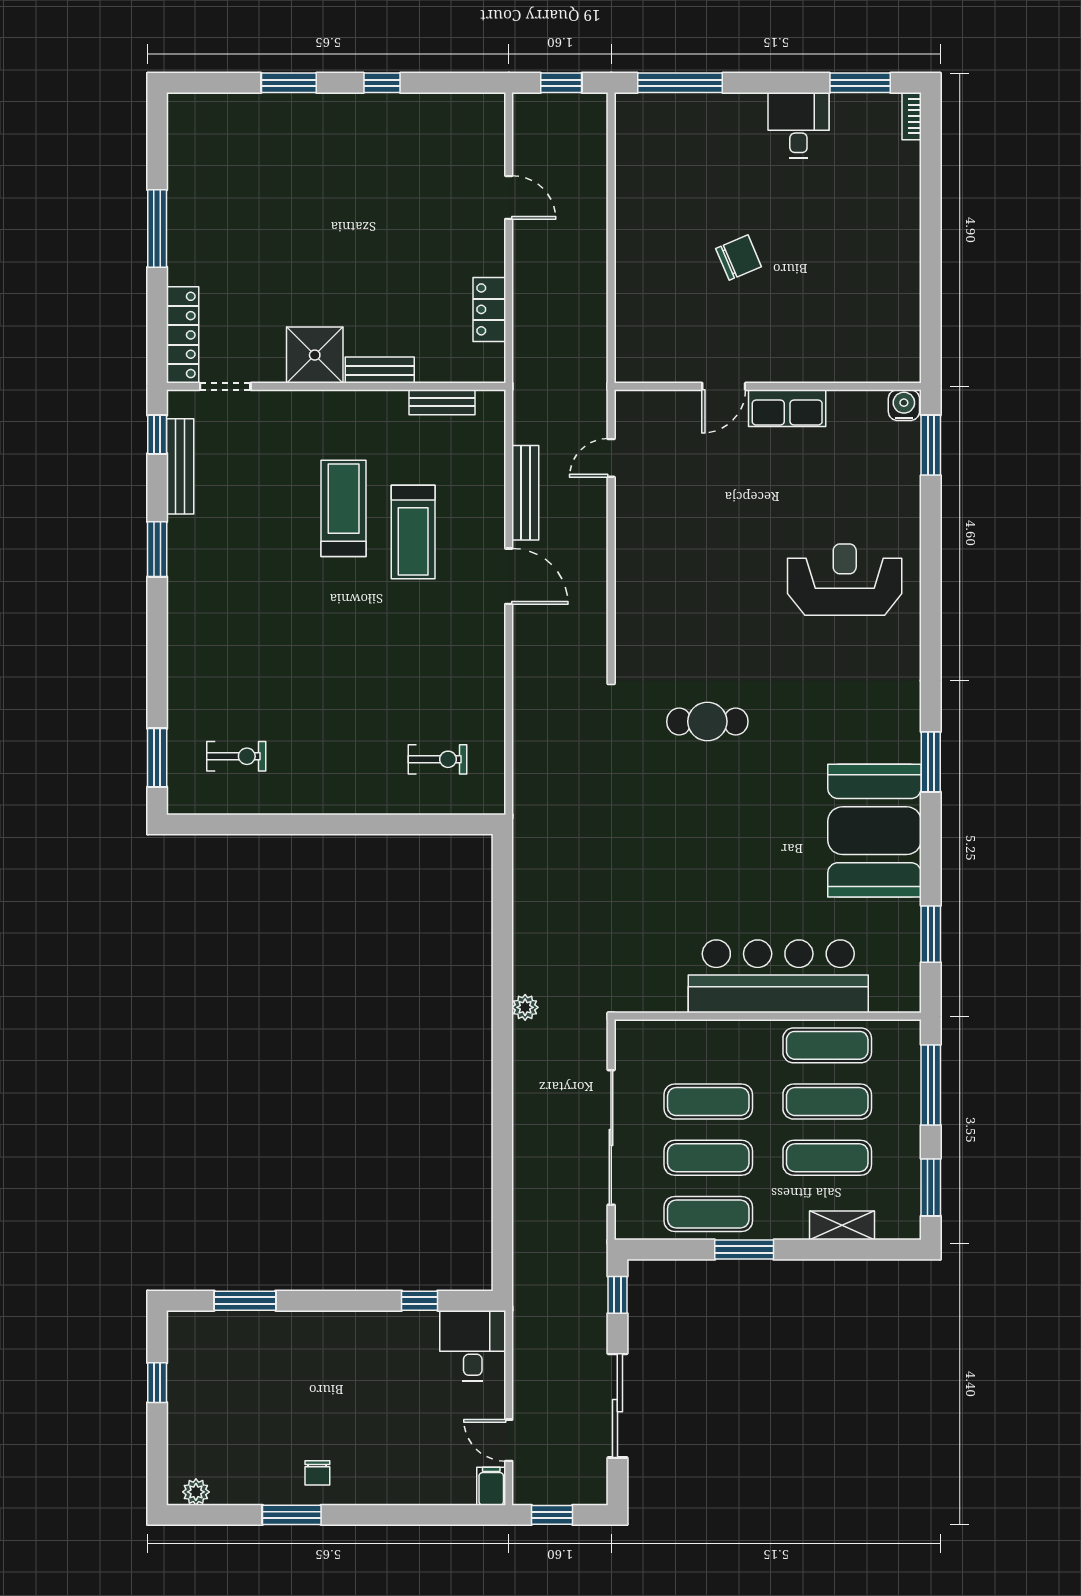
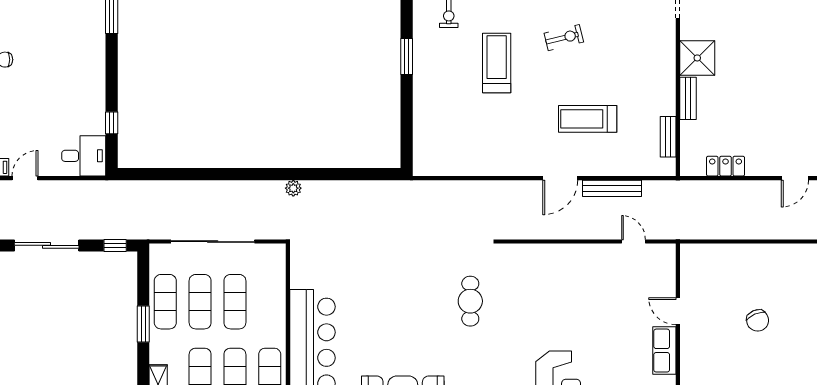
treadmill: (344, 508) -> (497, 63), moved, turned -90
exercise bike: (437, 759) -> (564, 38), moved, turned -104
window: (312, 824) -> (407, 56), added

